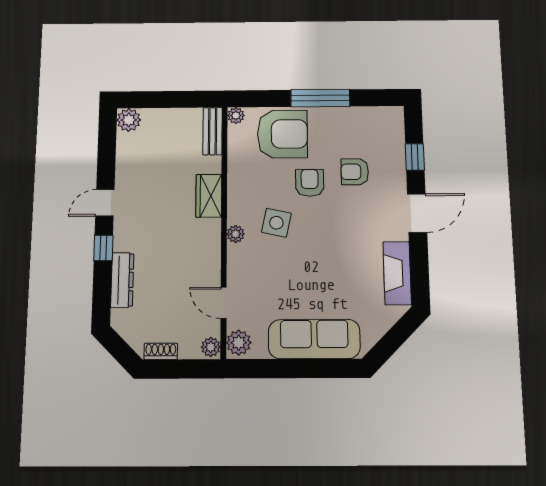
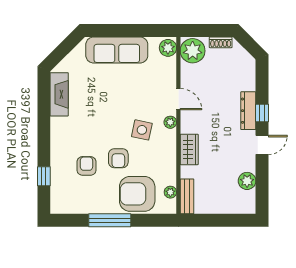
plant: (236, 116) -> (170, 192), moved
plant: (129, 120) -> (247, 181), moved
armchair: (355, 172) -> (86, 166), turned -90
door: (417, 213) -> (44, 136), removed
dresser: (122, 280) -> (248, 111), moved
door: (224, 303) -> (178, 99), moved
plant: (211, 347) -> (193, 51), width x1.87, depth x1.87

